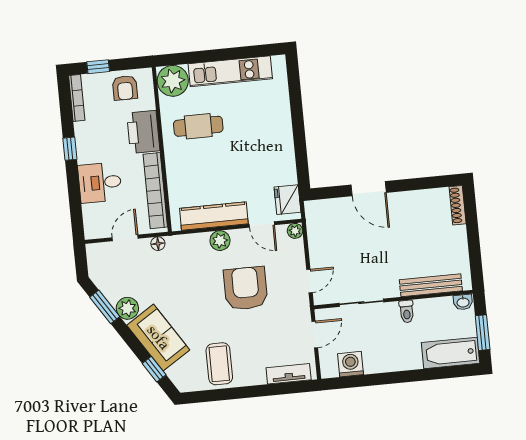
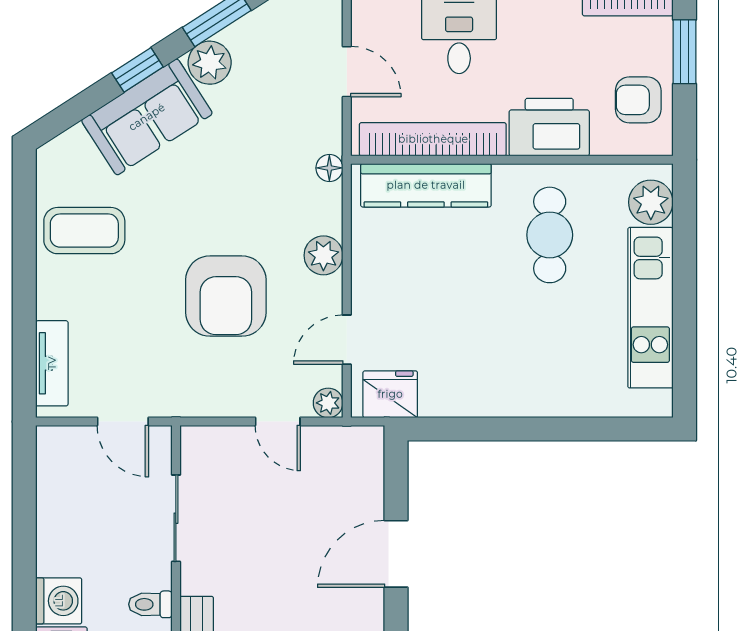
window: (98, 67) -> (684, 52), width x1.50
plant: (173, 81) -> (651, 202), width x0.73, depth x0.73
kitchen counter: (214, 216) -> (426, 185), moved, turned 90
floor lamp: (158, 244) -> (329, 168), moved
door: (309, 281) -> (278, 422), moved
armchair: (246, 288) -> (226, 296), turned 90
washing machine: (351, 364) -> (59, 601), moved
window: (154, 369) -> (137, 70), moved

